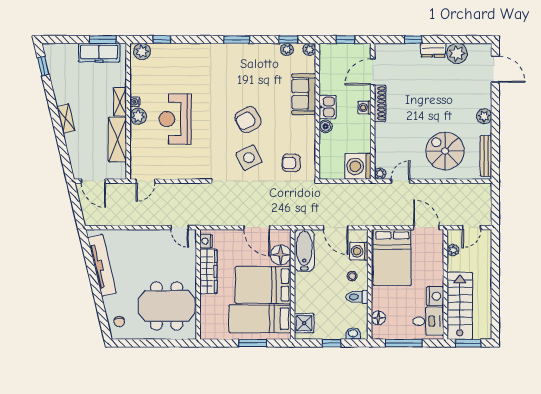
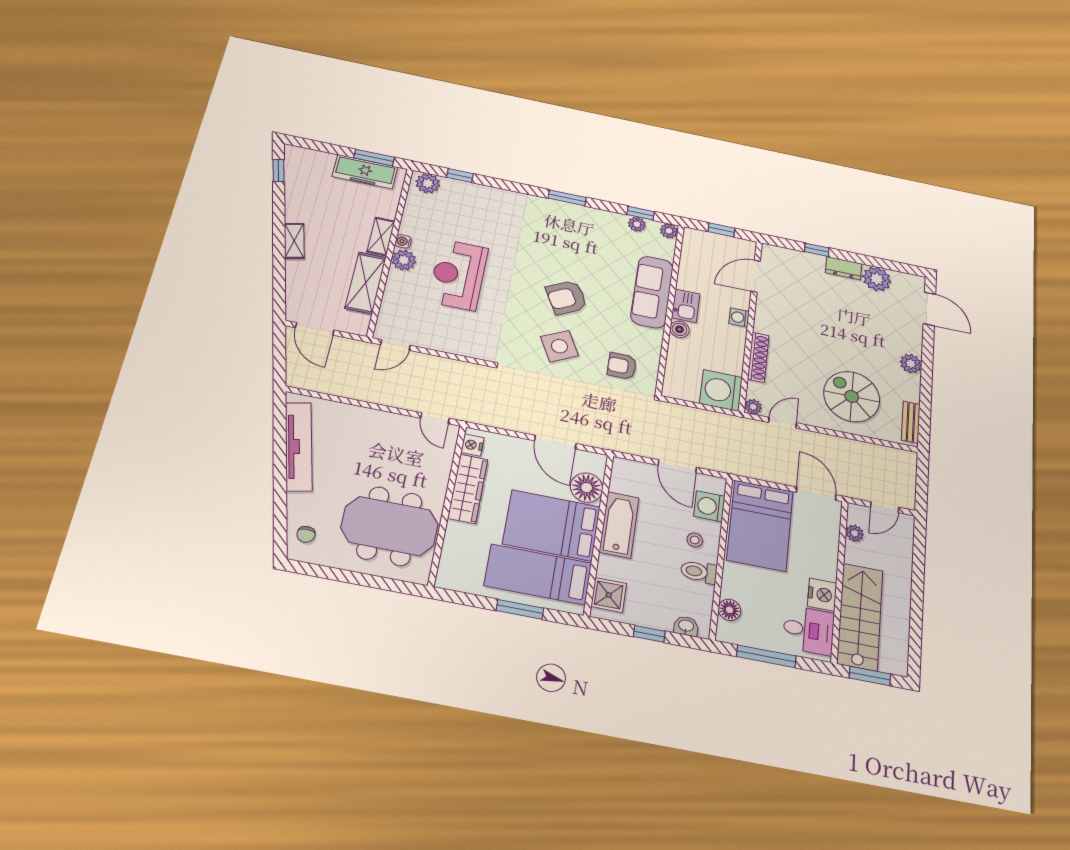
sofa: (304, 94) -> (652, 292), width x1.36
shoe rack: (380, 103) -> (758, 357), moved
bench: (486, 156) -> (911, 422), width x0.73
bathtub: (304, 250) -> (619, 525), moved

